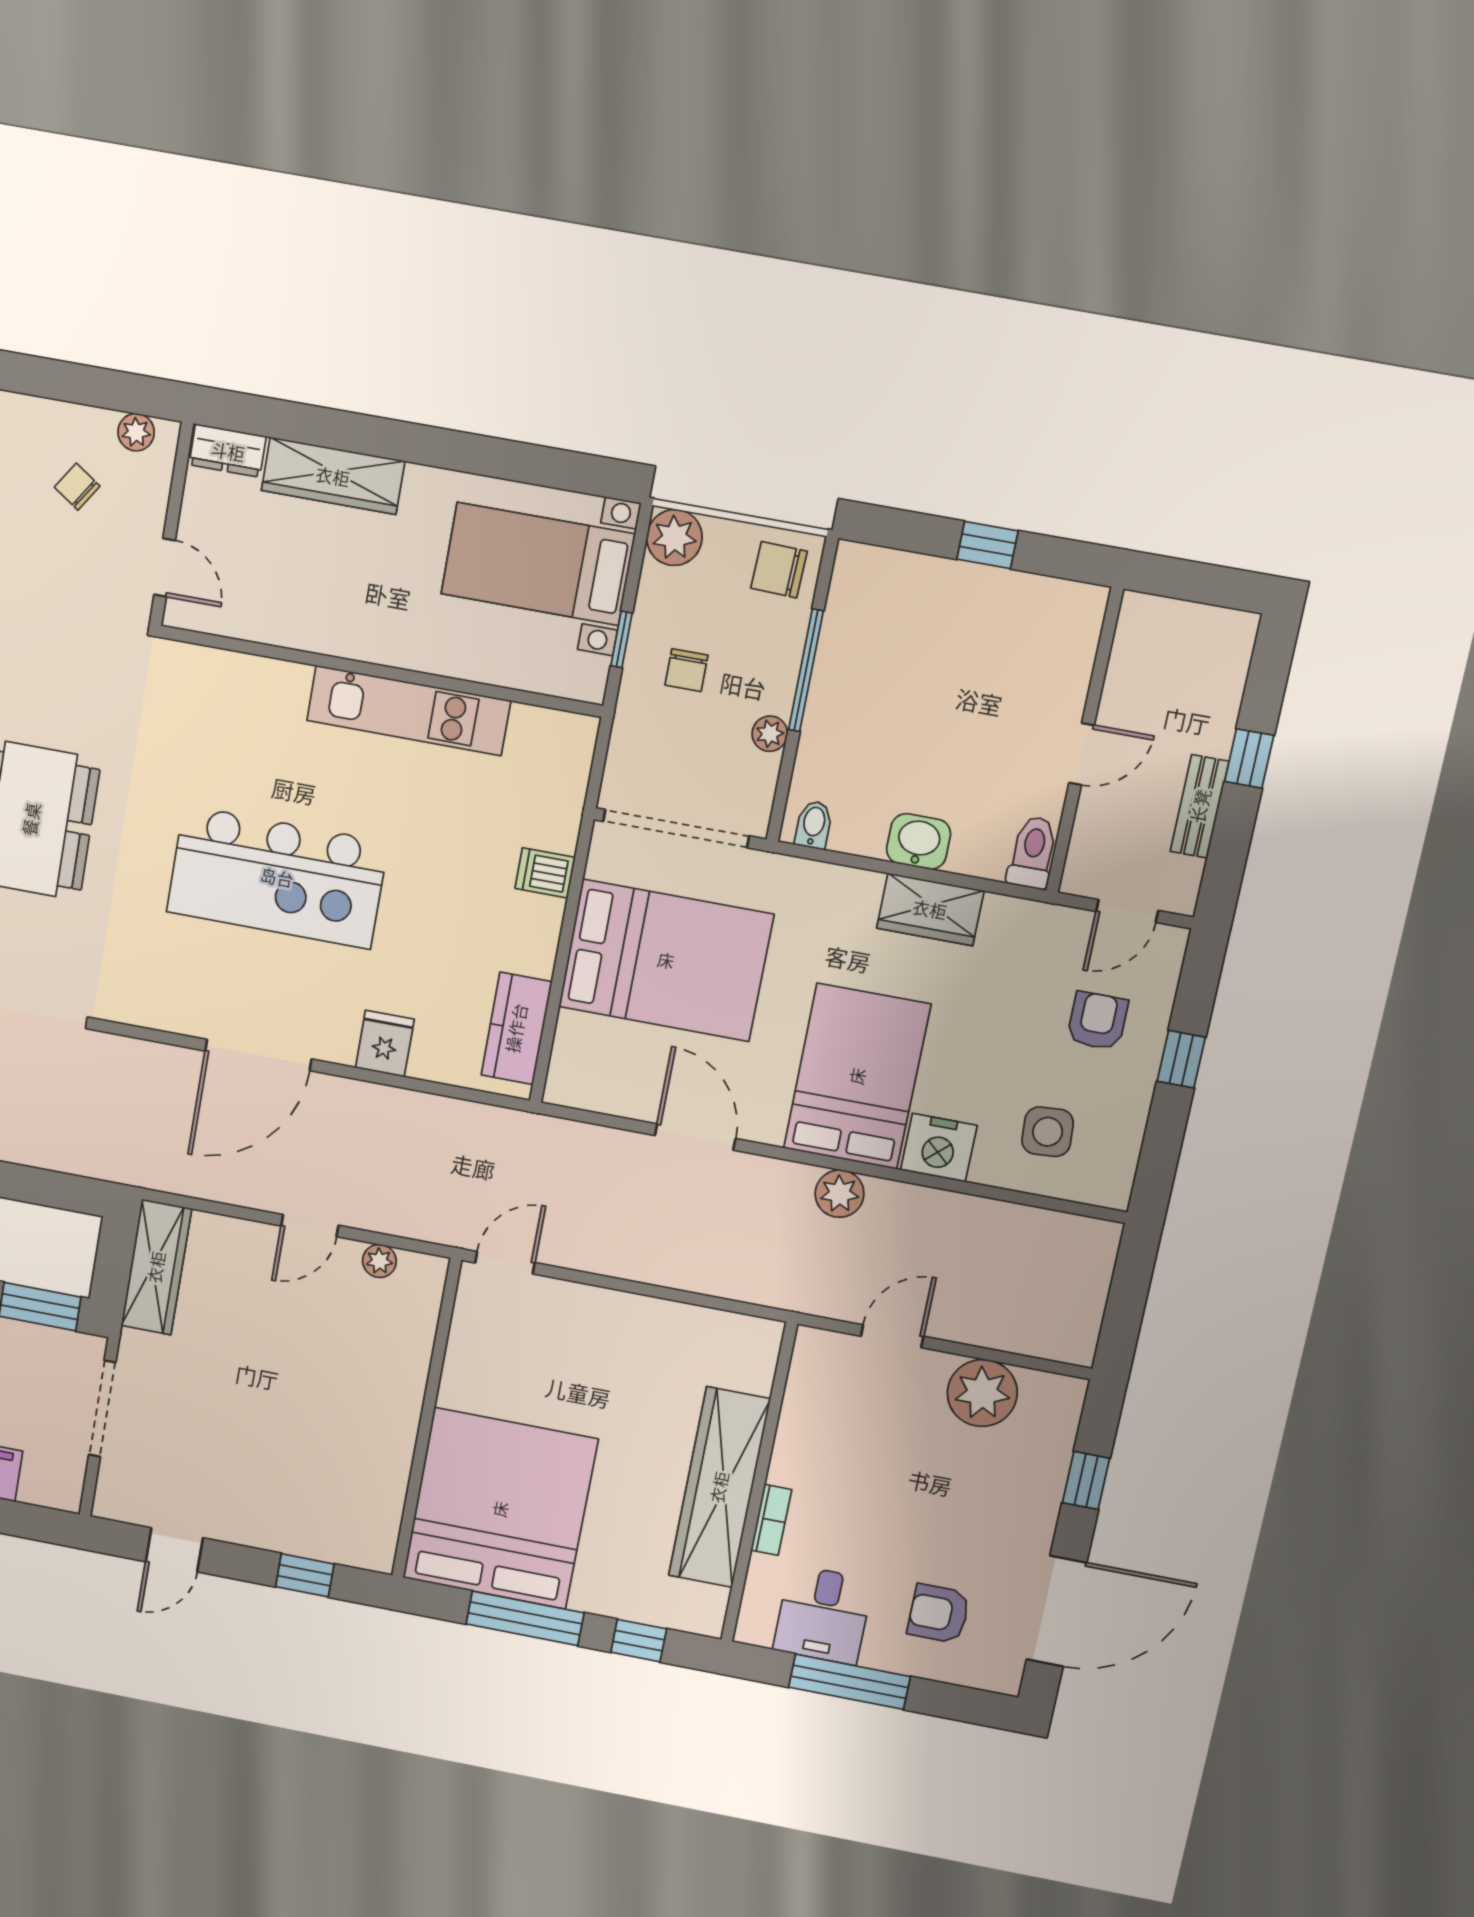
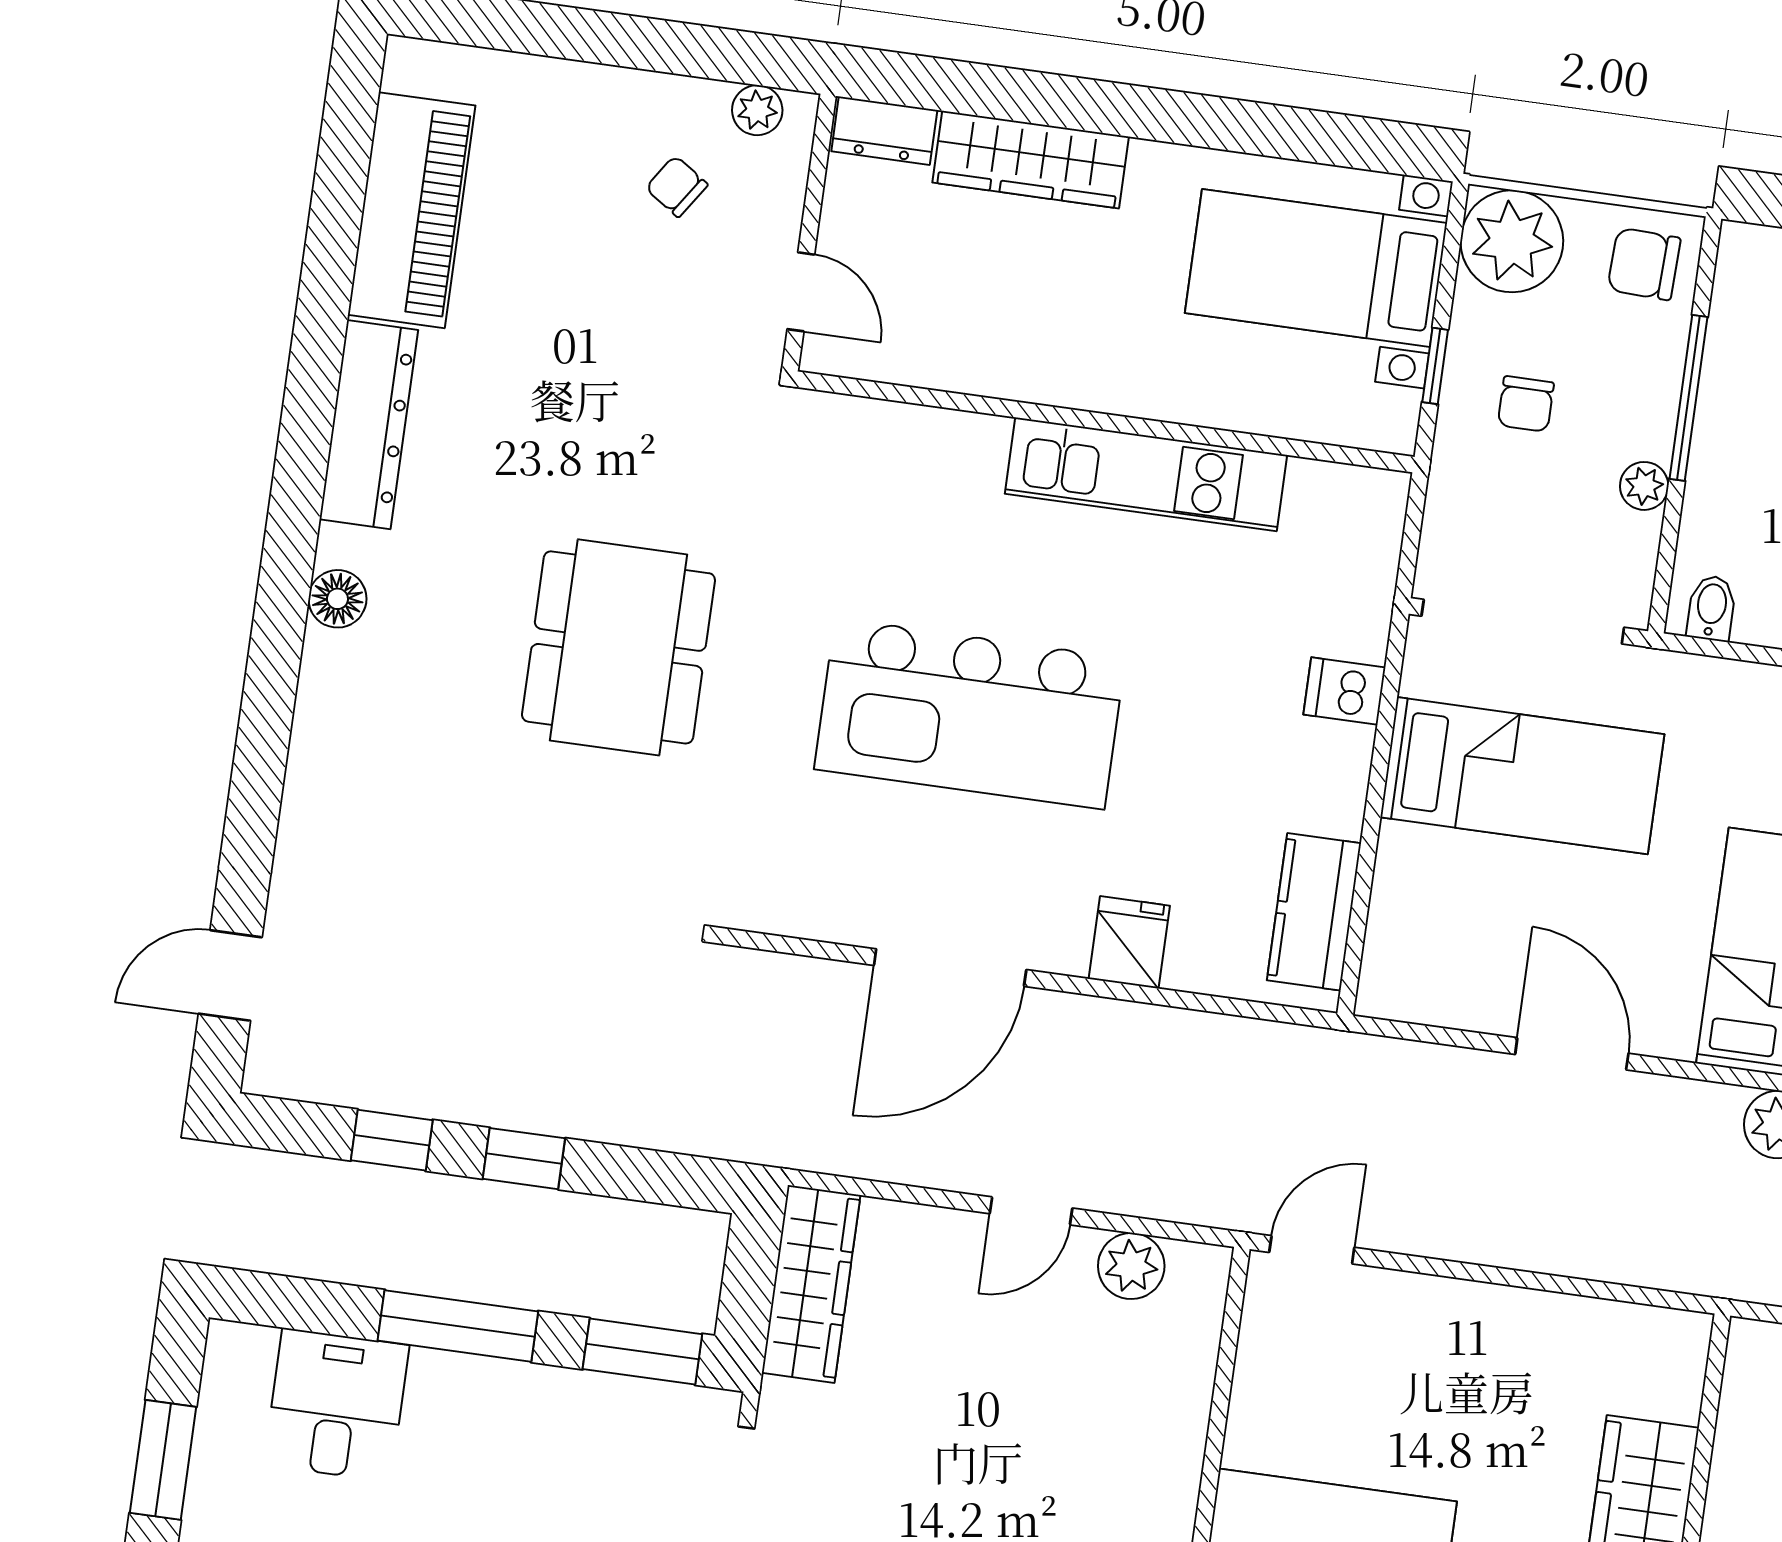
plant: (674, 537) -> (1512, 241), width x1.36, depth x1.36
bed: (666, 960) -> (1522, 776), width x0.67
plant: (379, 1261) -> (1131, 1266), width x1.38, depth x1.38

